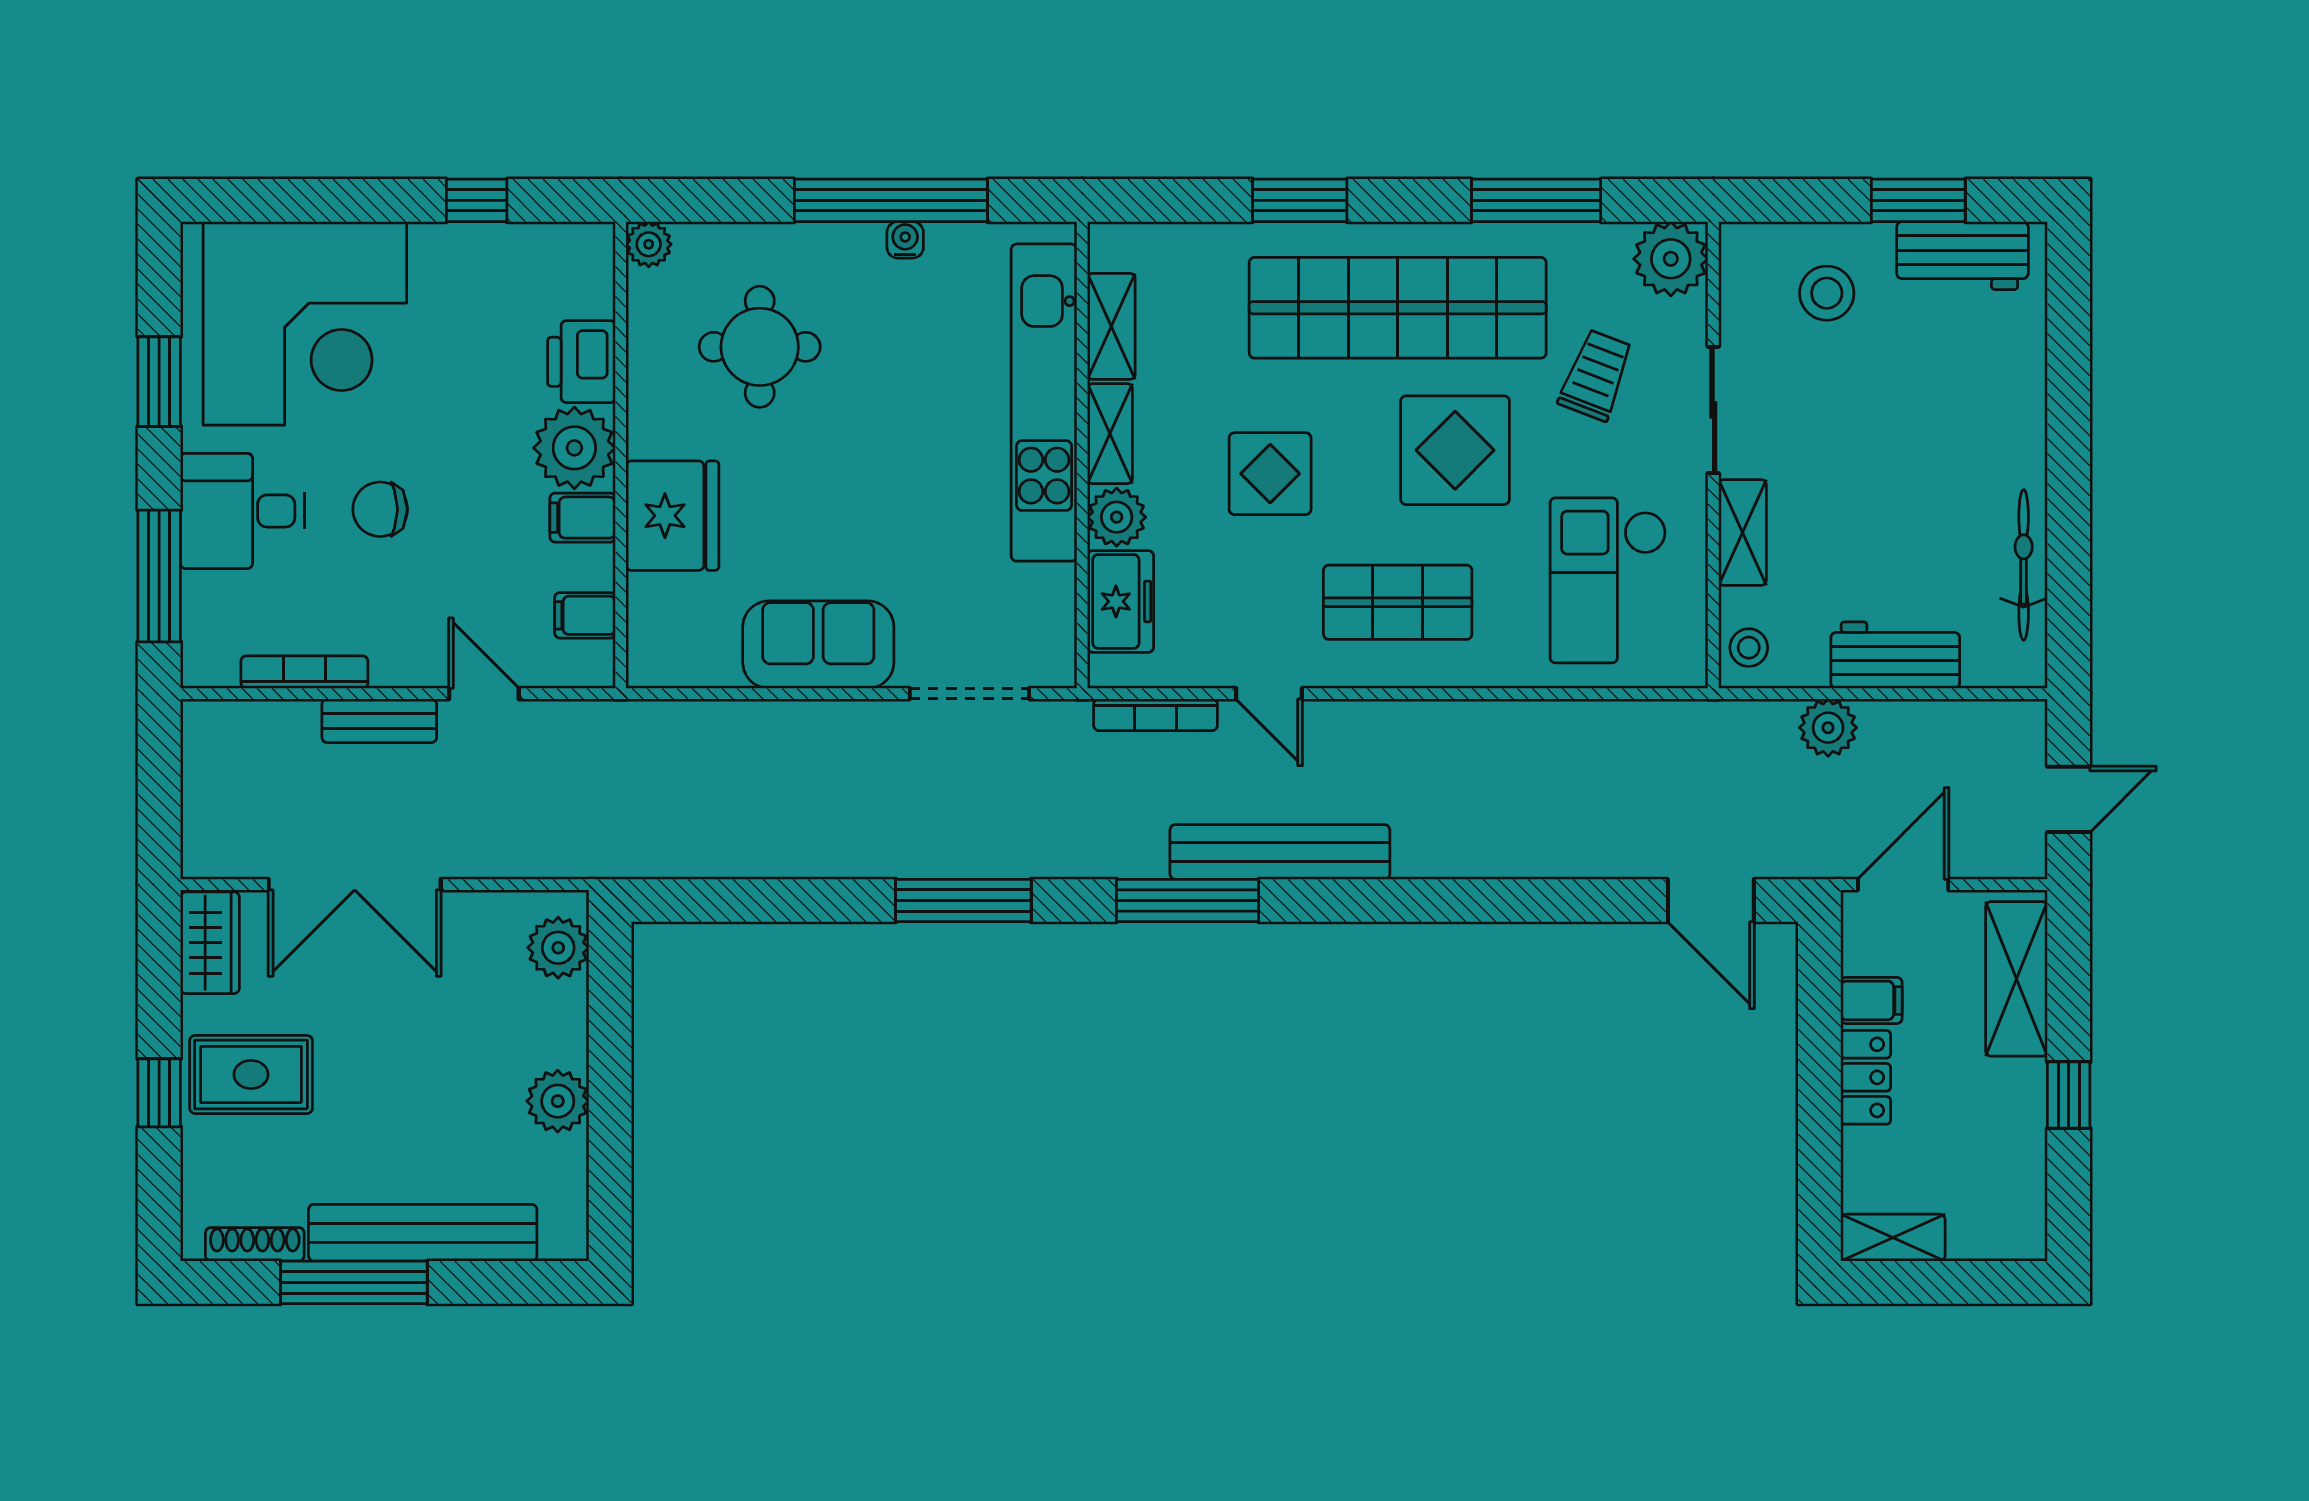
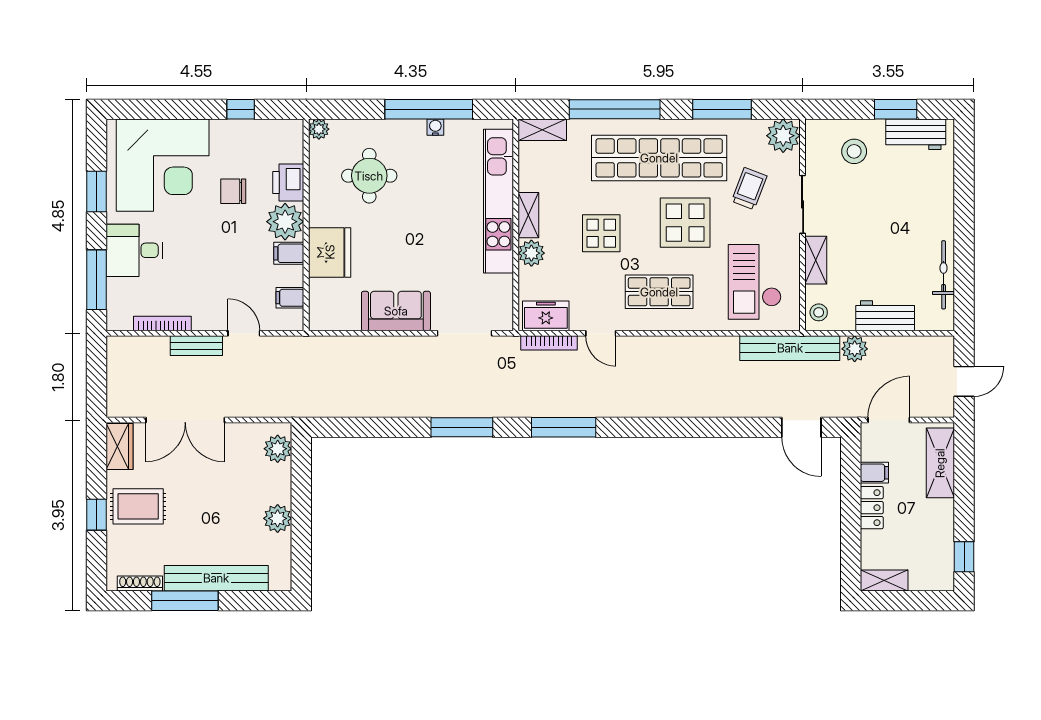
window: (1300, 200) -> (615, 109), width x2.11
shelving: (1111, 326) -> (542, 130), moved, turned 90
chair: (380, 509) -> (233, 191), moved
freezer: (1120, 601) -> (546, 316), moved, turned -90
bench: (1280, 852) -> (790, 348), moved
window: (2069, 1095) -> (964, 557), moved

